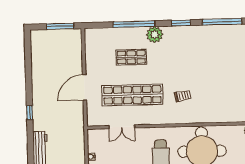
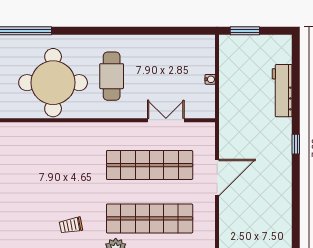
shop shelf: (131, 57) -> (150, 218), width x2.00, depth x1.36
trolley: (183, 96) -> (71, 225), moved

